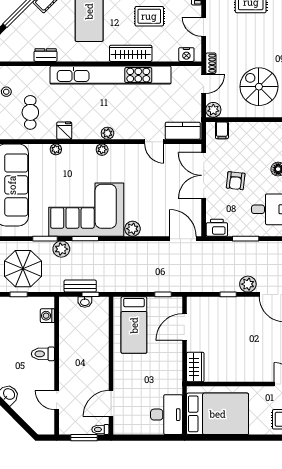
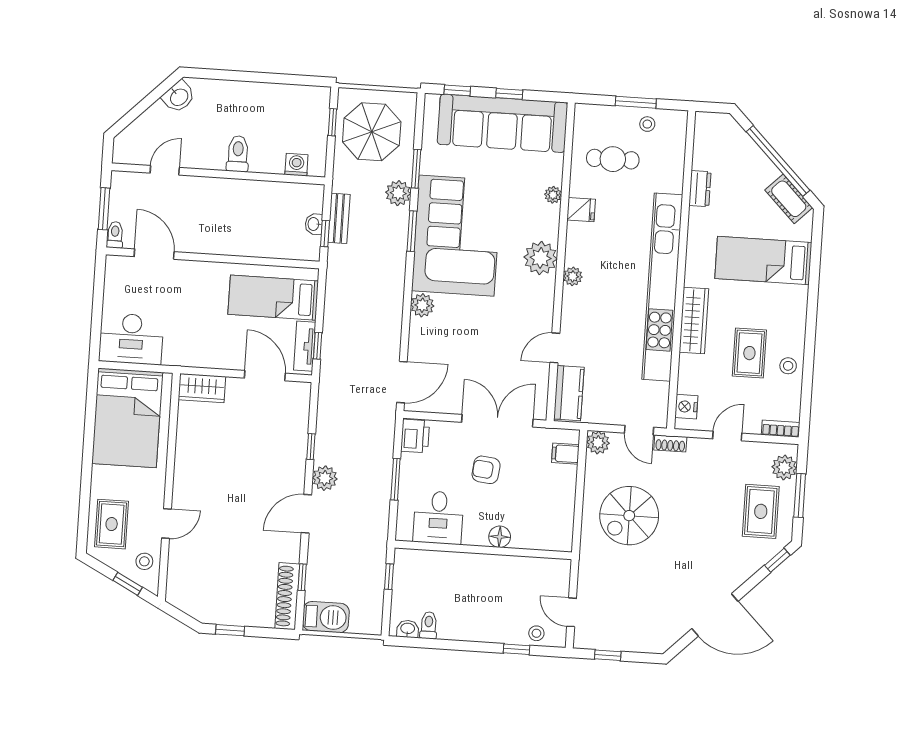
spiral stairs: (259, 87) -> (629, 516), turned 180
plant: (102, 150) -> (541, 258), width x1.88, depth x1.88
tv unit: (164, 303) -> (305, 346), added

